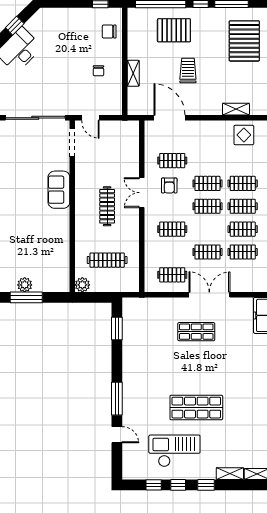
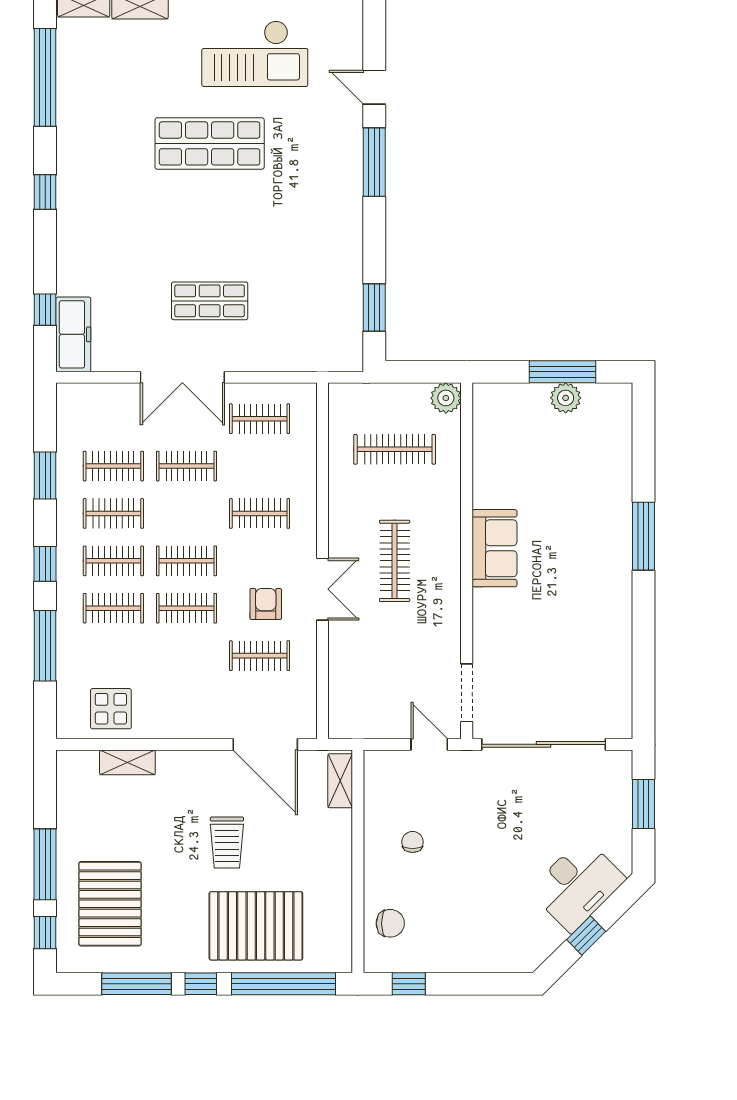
pallet: (174, 30) -> (256, 926), width x1.37, depth x1.41
shelving: (133, 73) -> (340, 781), moved
sofa: (59, 190) -> (494, 548), moved

